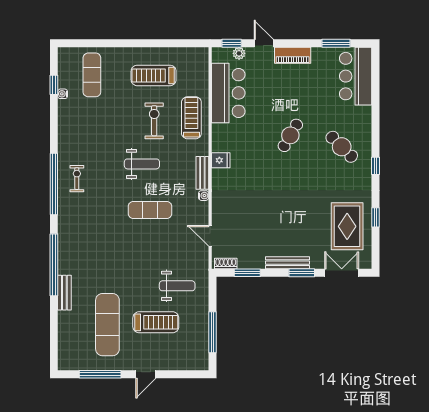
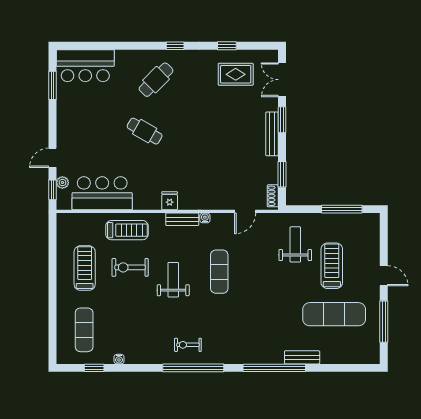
piano: (293, 55) -> (64, 129), removed
exercise mat: (92, 75) -> (84, 330), turned 90
treadmill: (154, 75) -> (85, 268), turned 180
water cooler: (63, 94) -> (119, 359), moved
treadmill: (191, 118) -> (127, 230), turned 180
rug: (347, 226) -> (236, 74), width x0.73, depth x0.70

